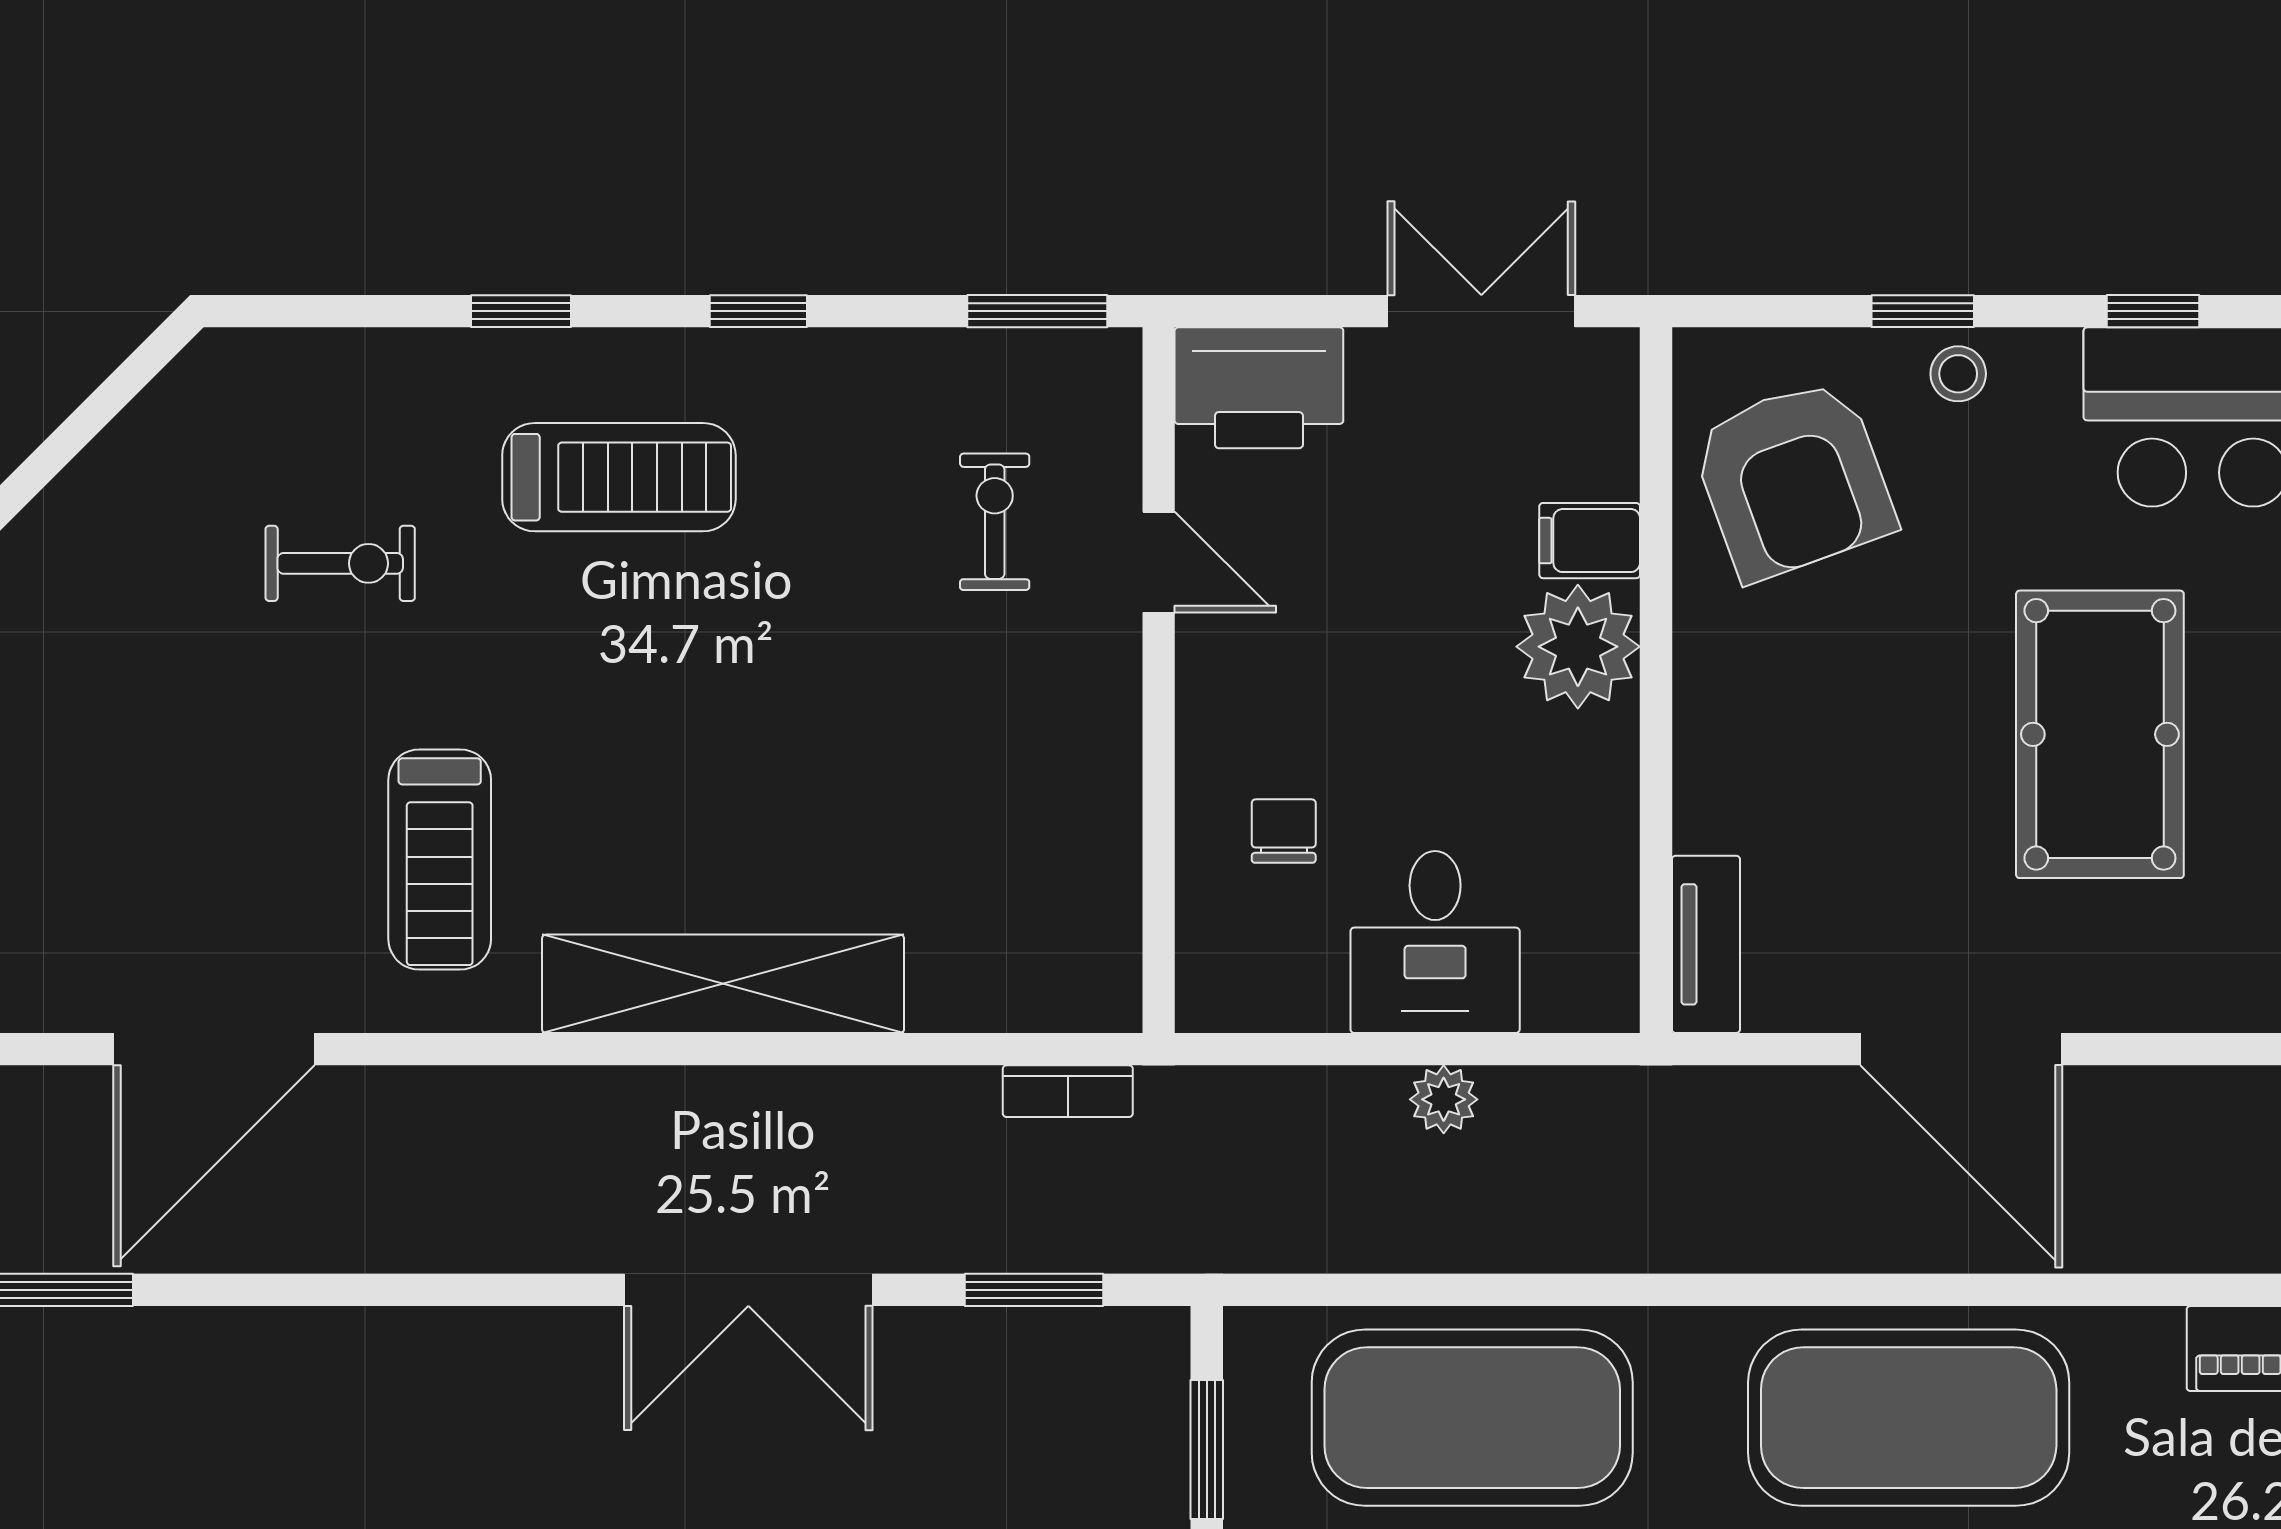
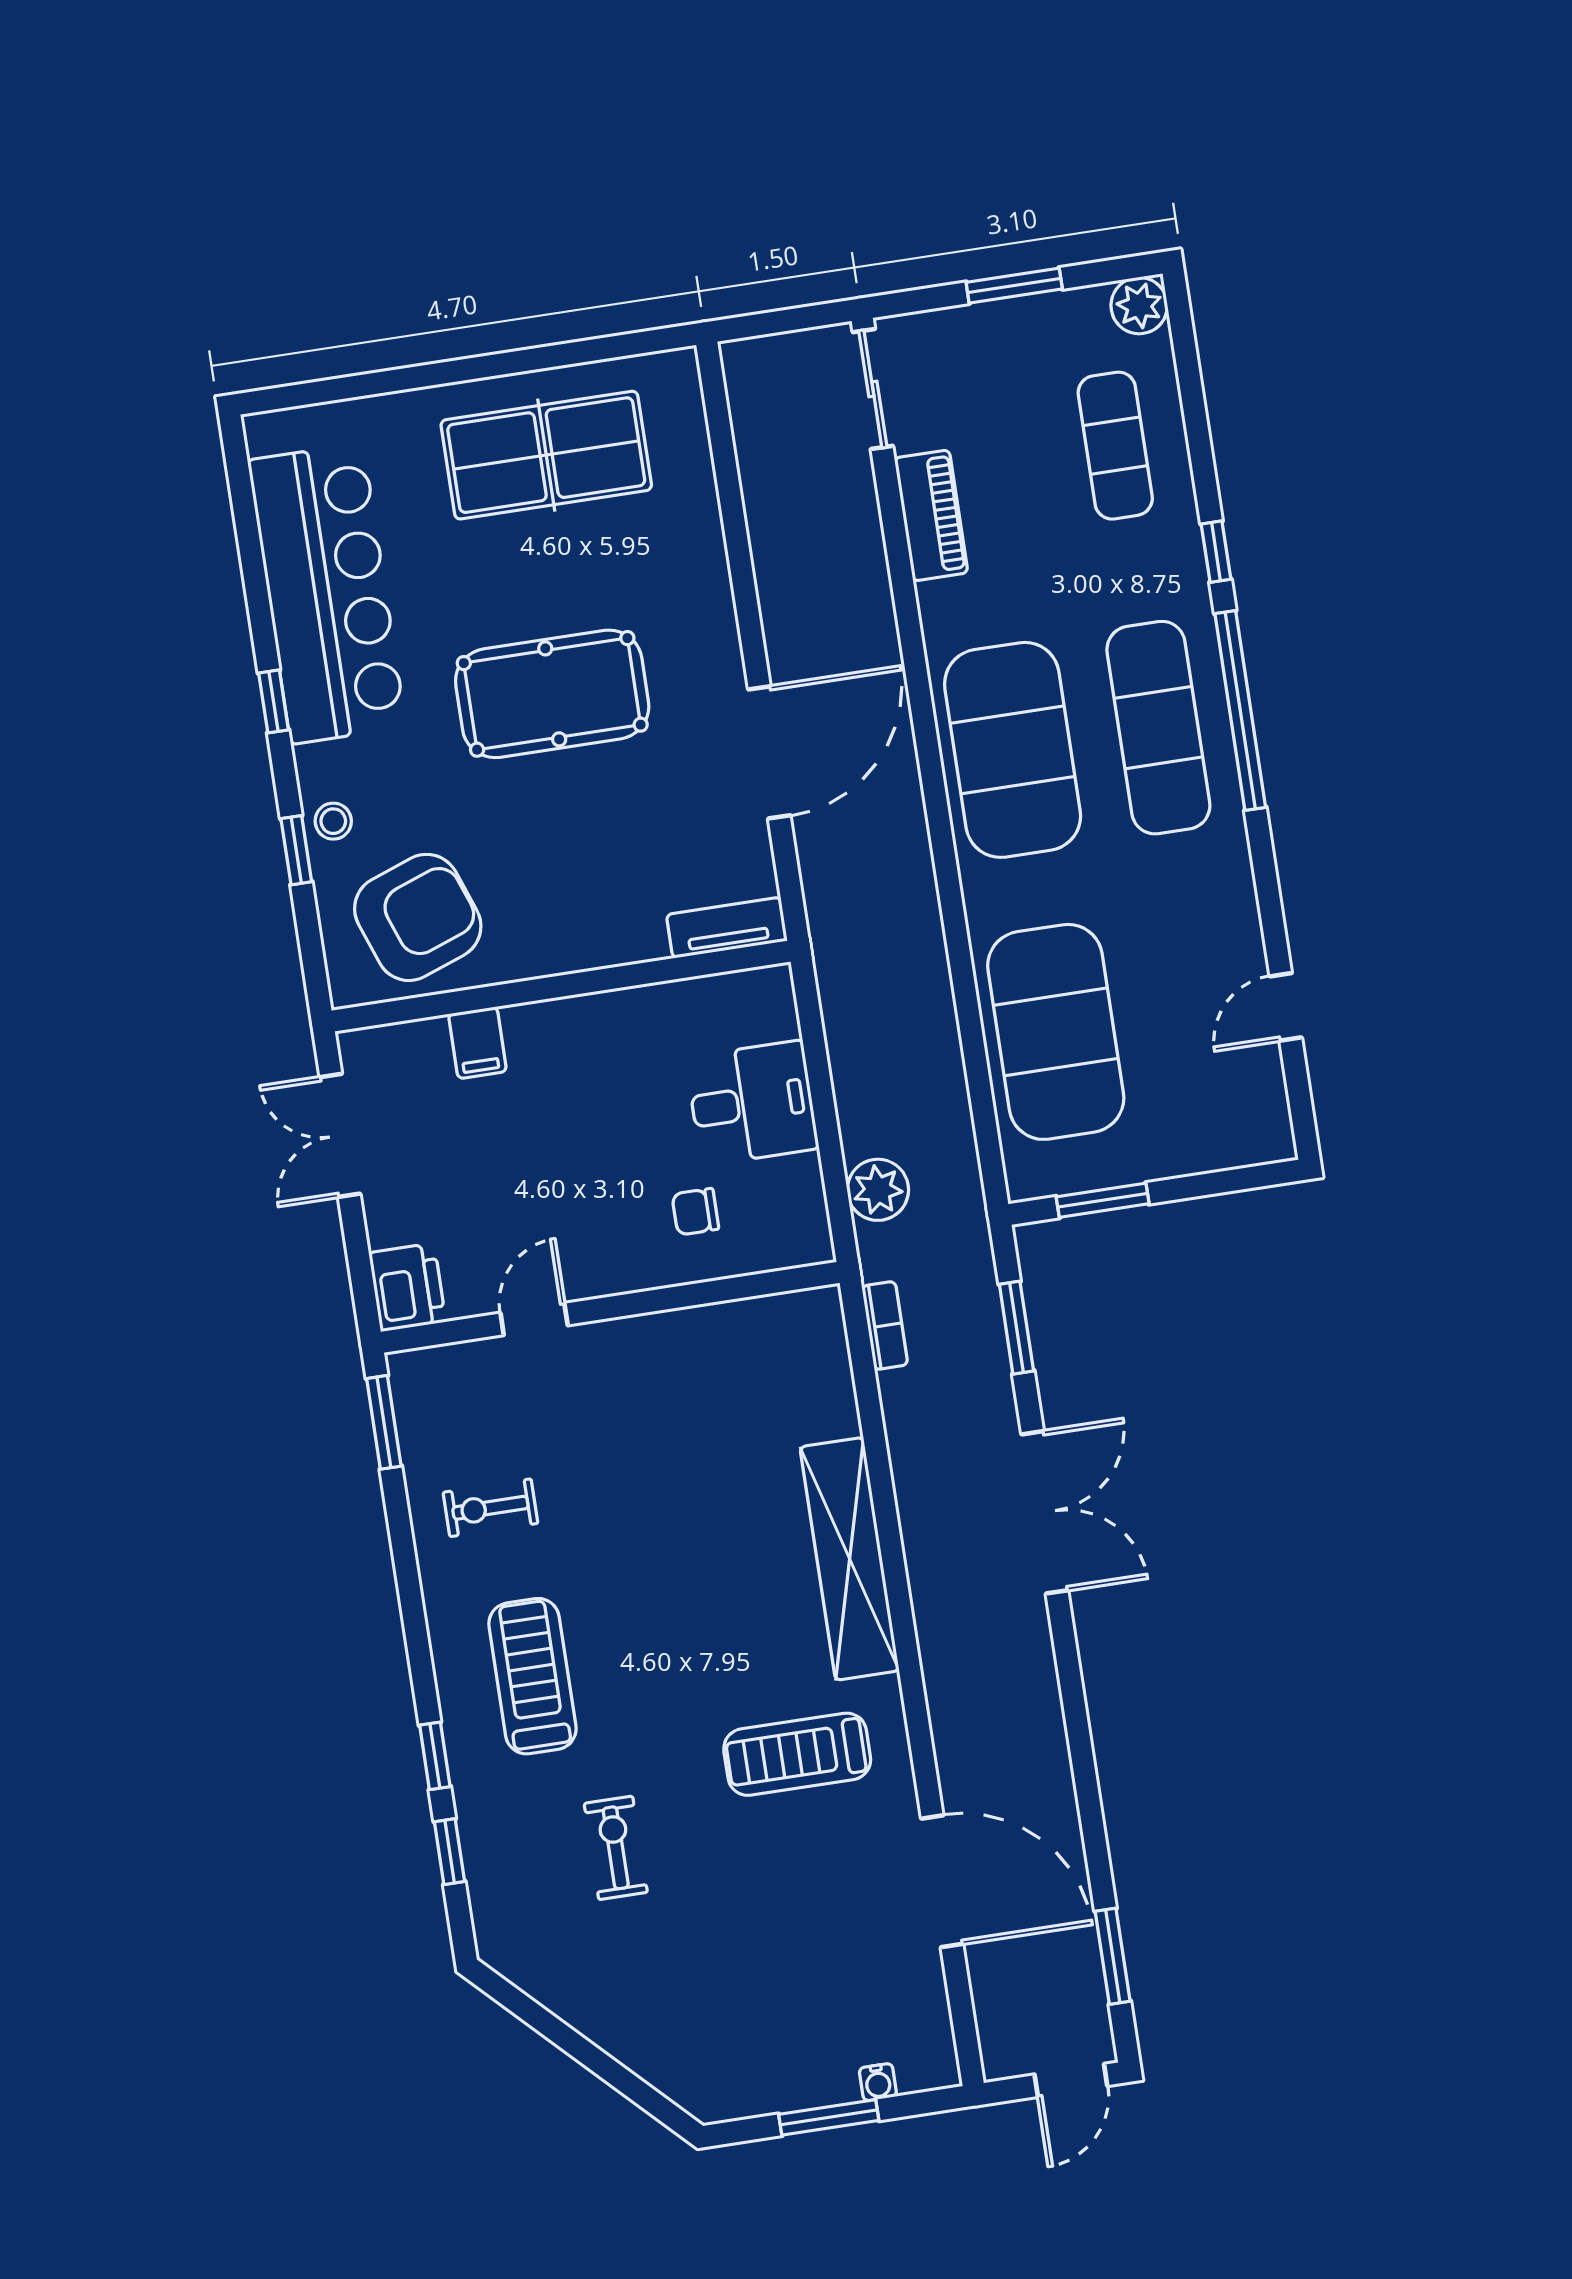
window: (758, 311) -> (450, 1852), moved
printer: (1259, 388) -> (407, 1287), width x0.73, depth x0.84
exercise bike: (995, 522) -> (490, 1508), moved
plant: (1578, 647) -> (547, 1040), removed
treadmill: (440, 859) -> (797, 1754), turned 180
plant: (1444, 1099) -> (878, 1190), moved, width x1.38, depth x1.38

